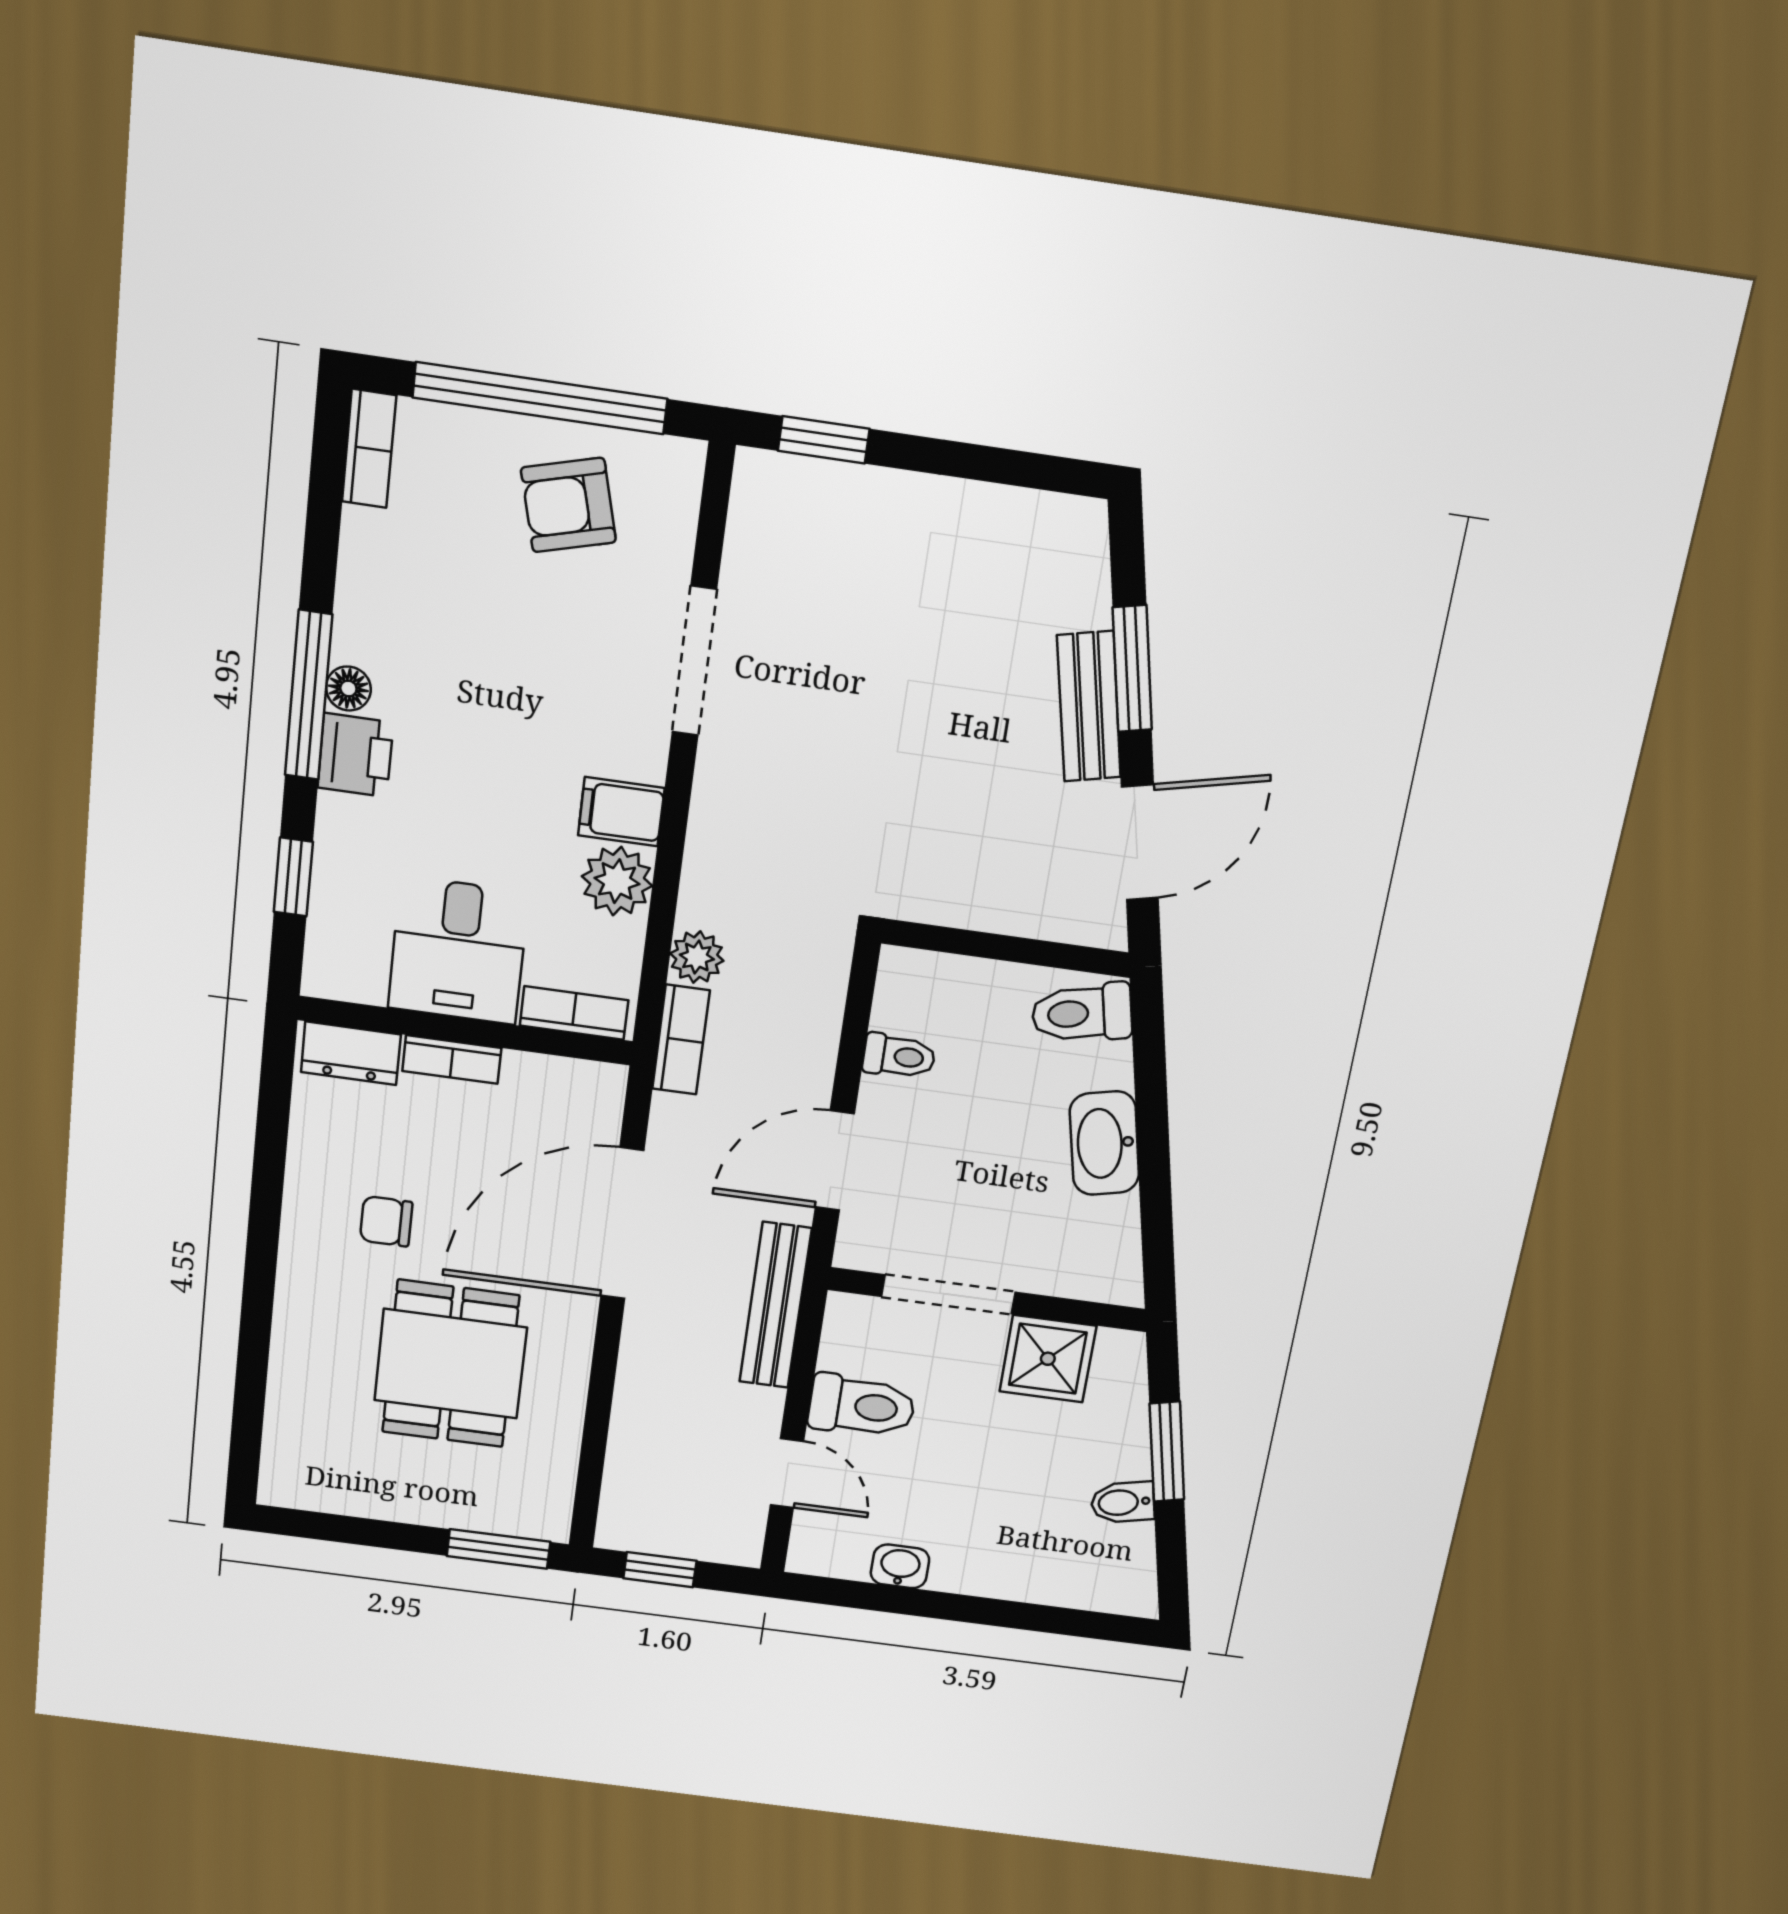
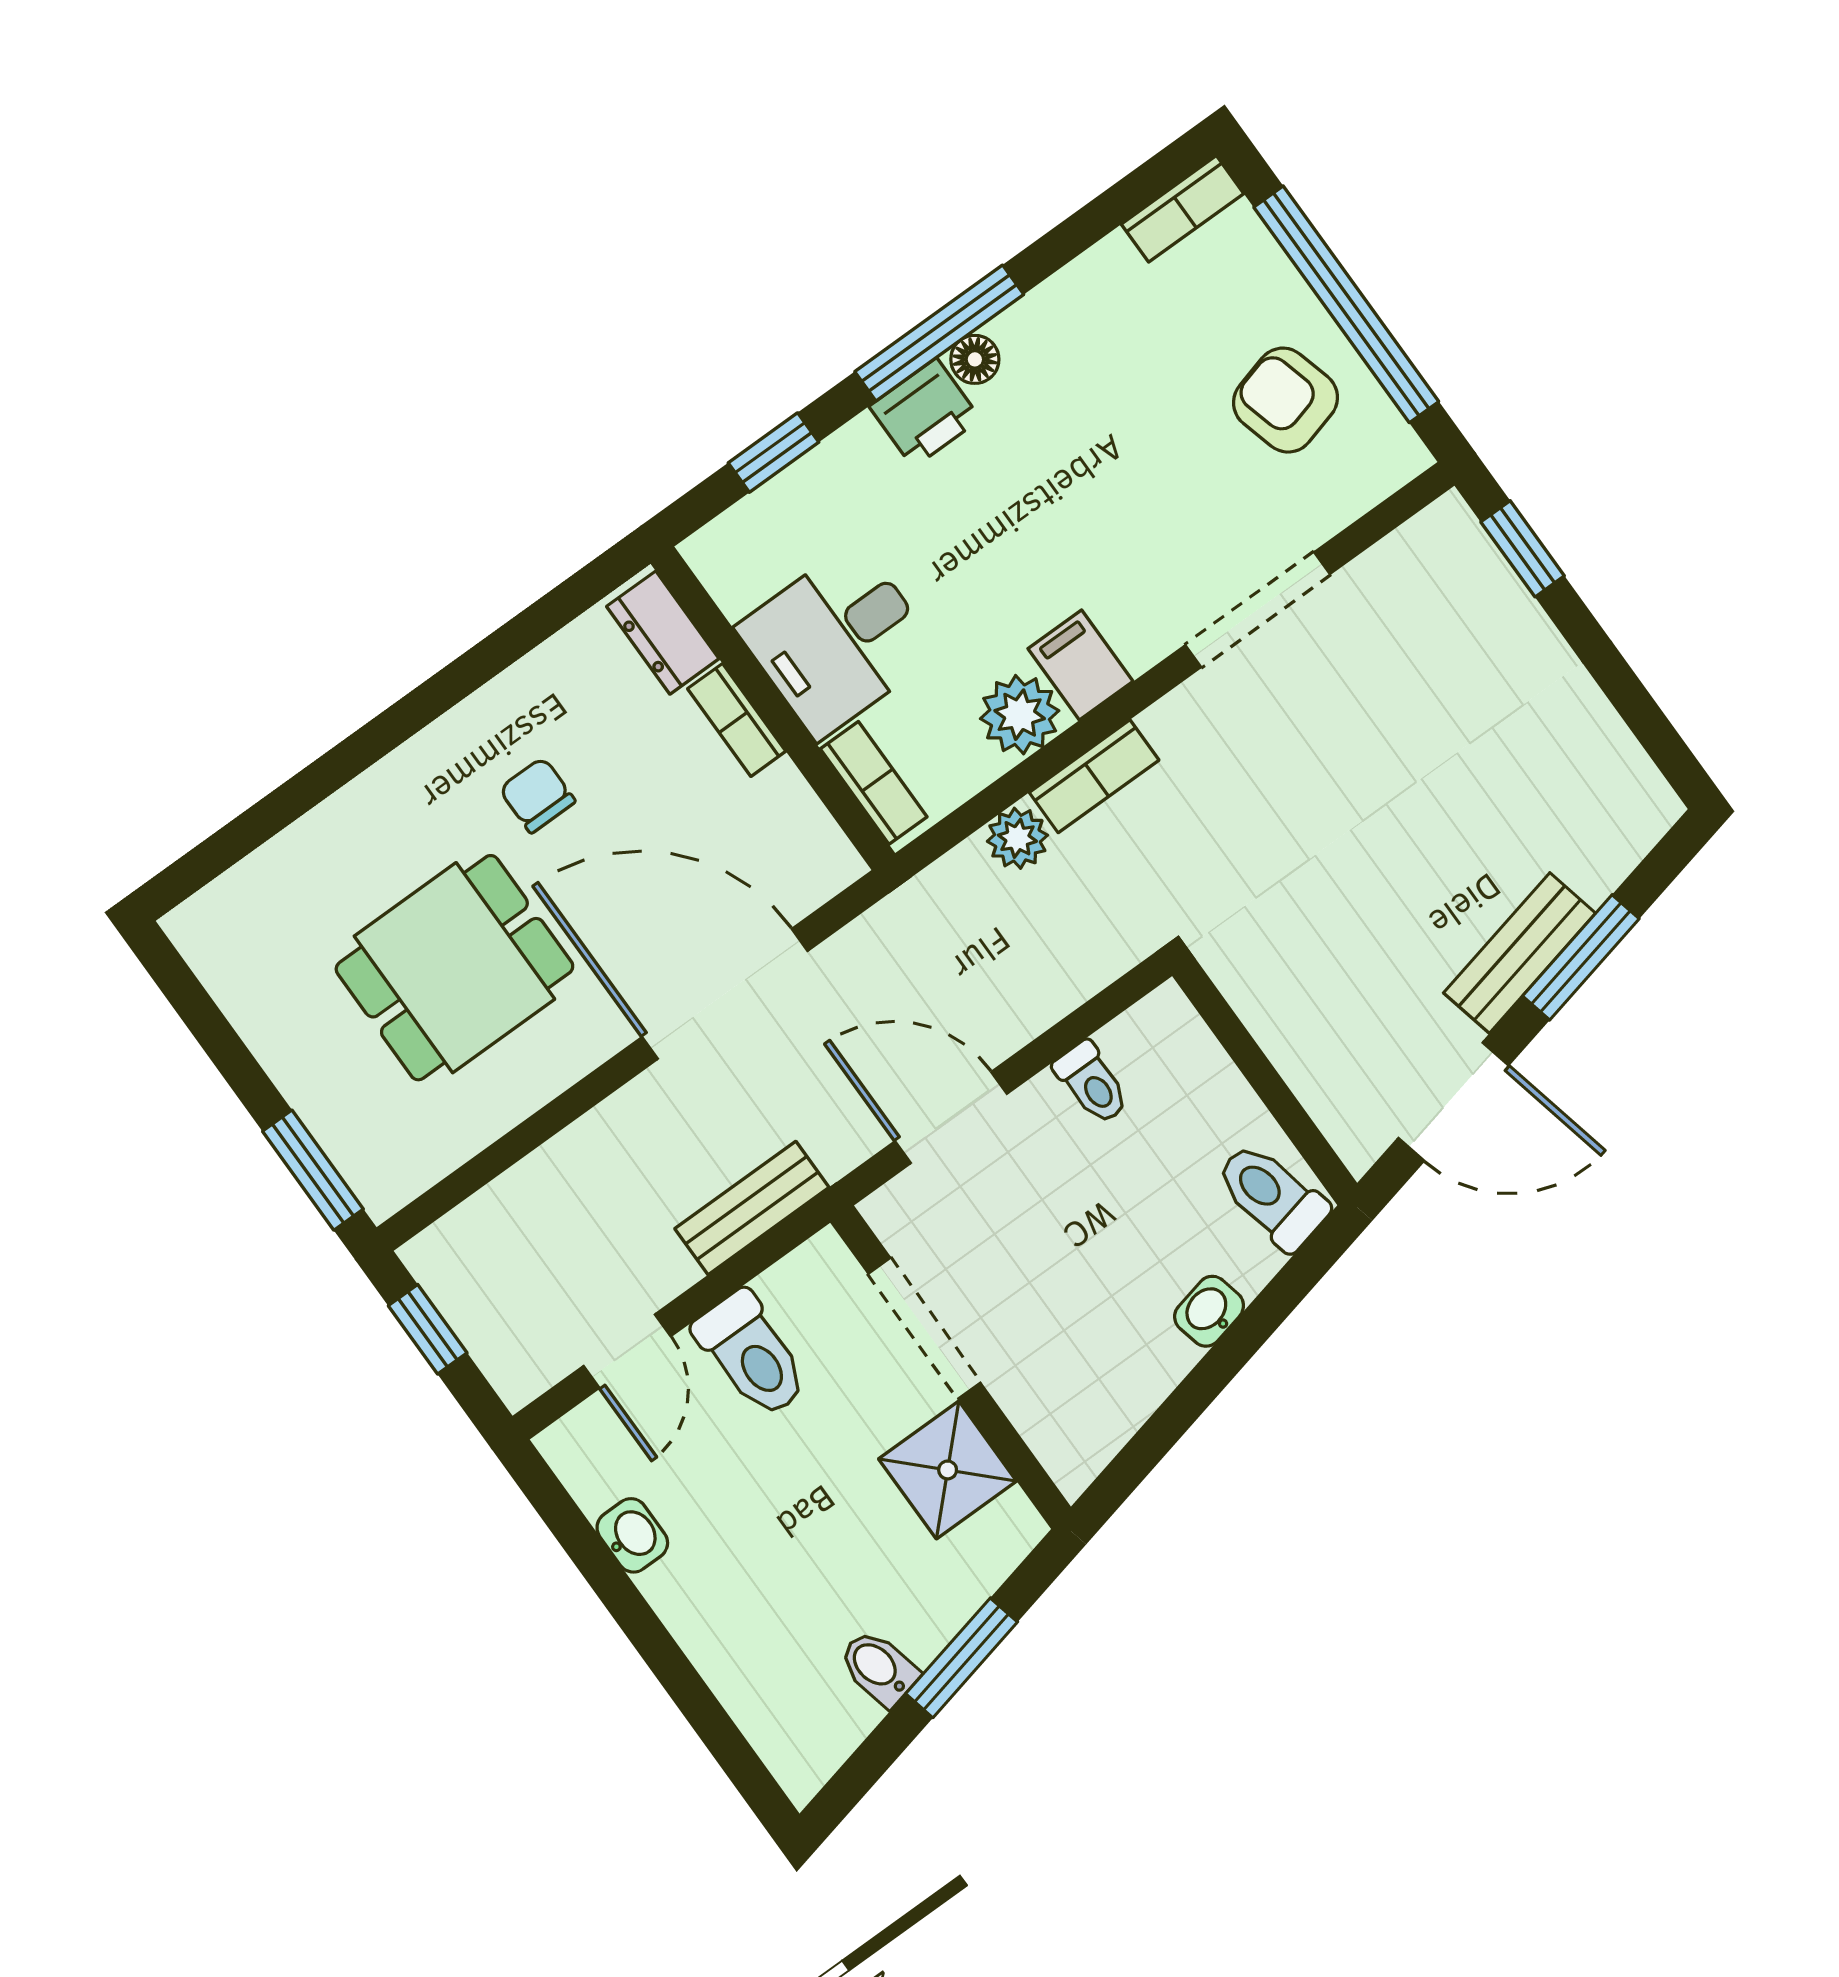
bookcase: (681, 1040) -> (1094, 776), moved
washbasin: (1104, 1143) -> (1209, 1311), width x0.52, depth x0.69
bench: (775, 1305) -> (752, 1208), width x0.73

